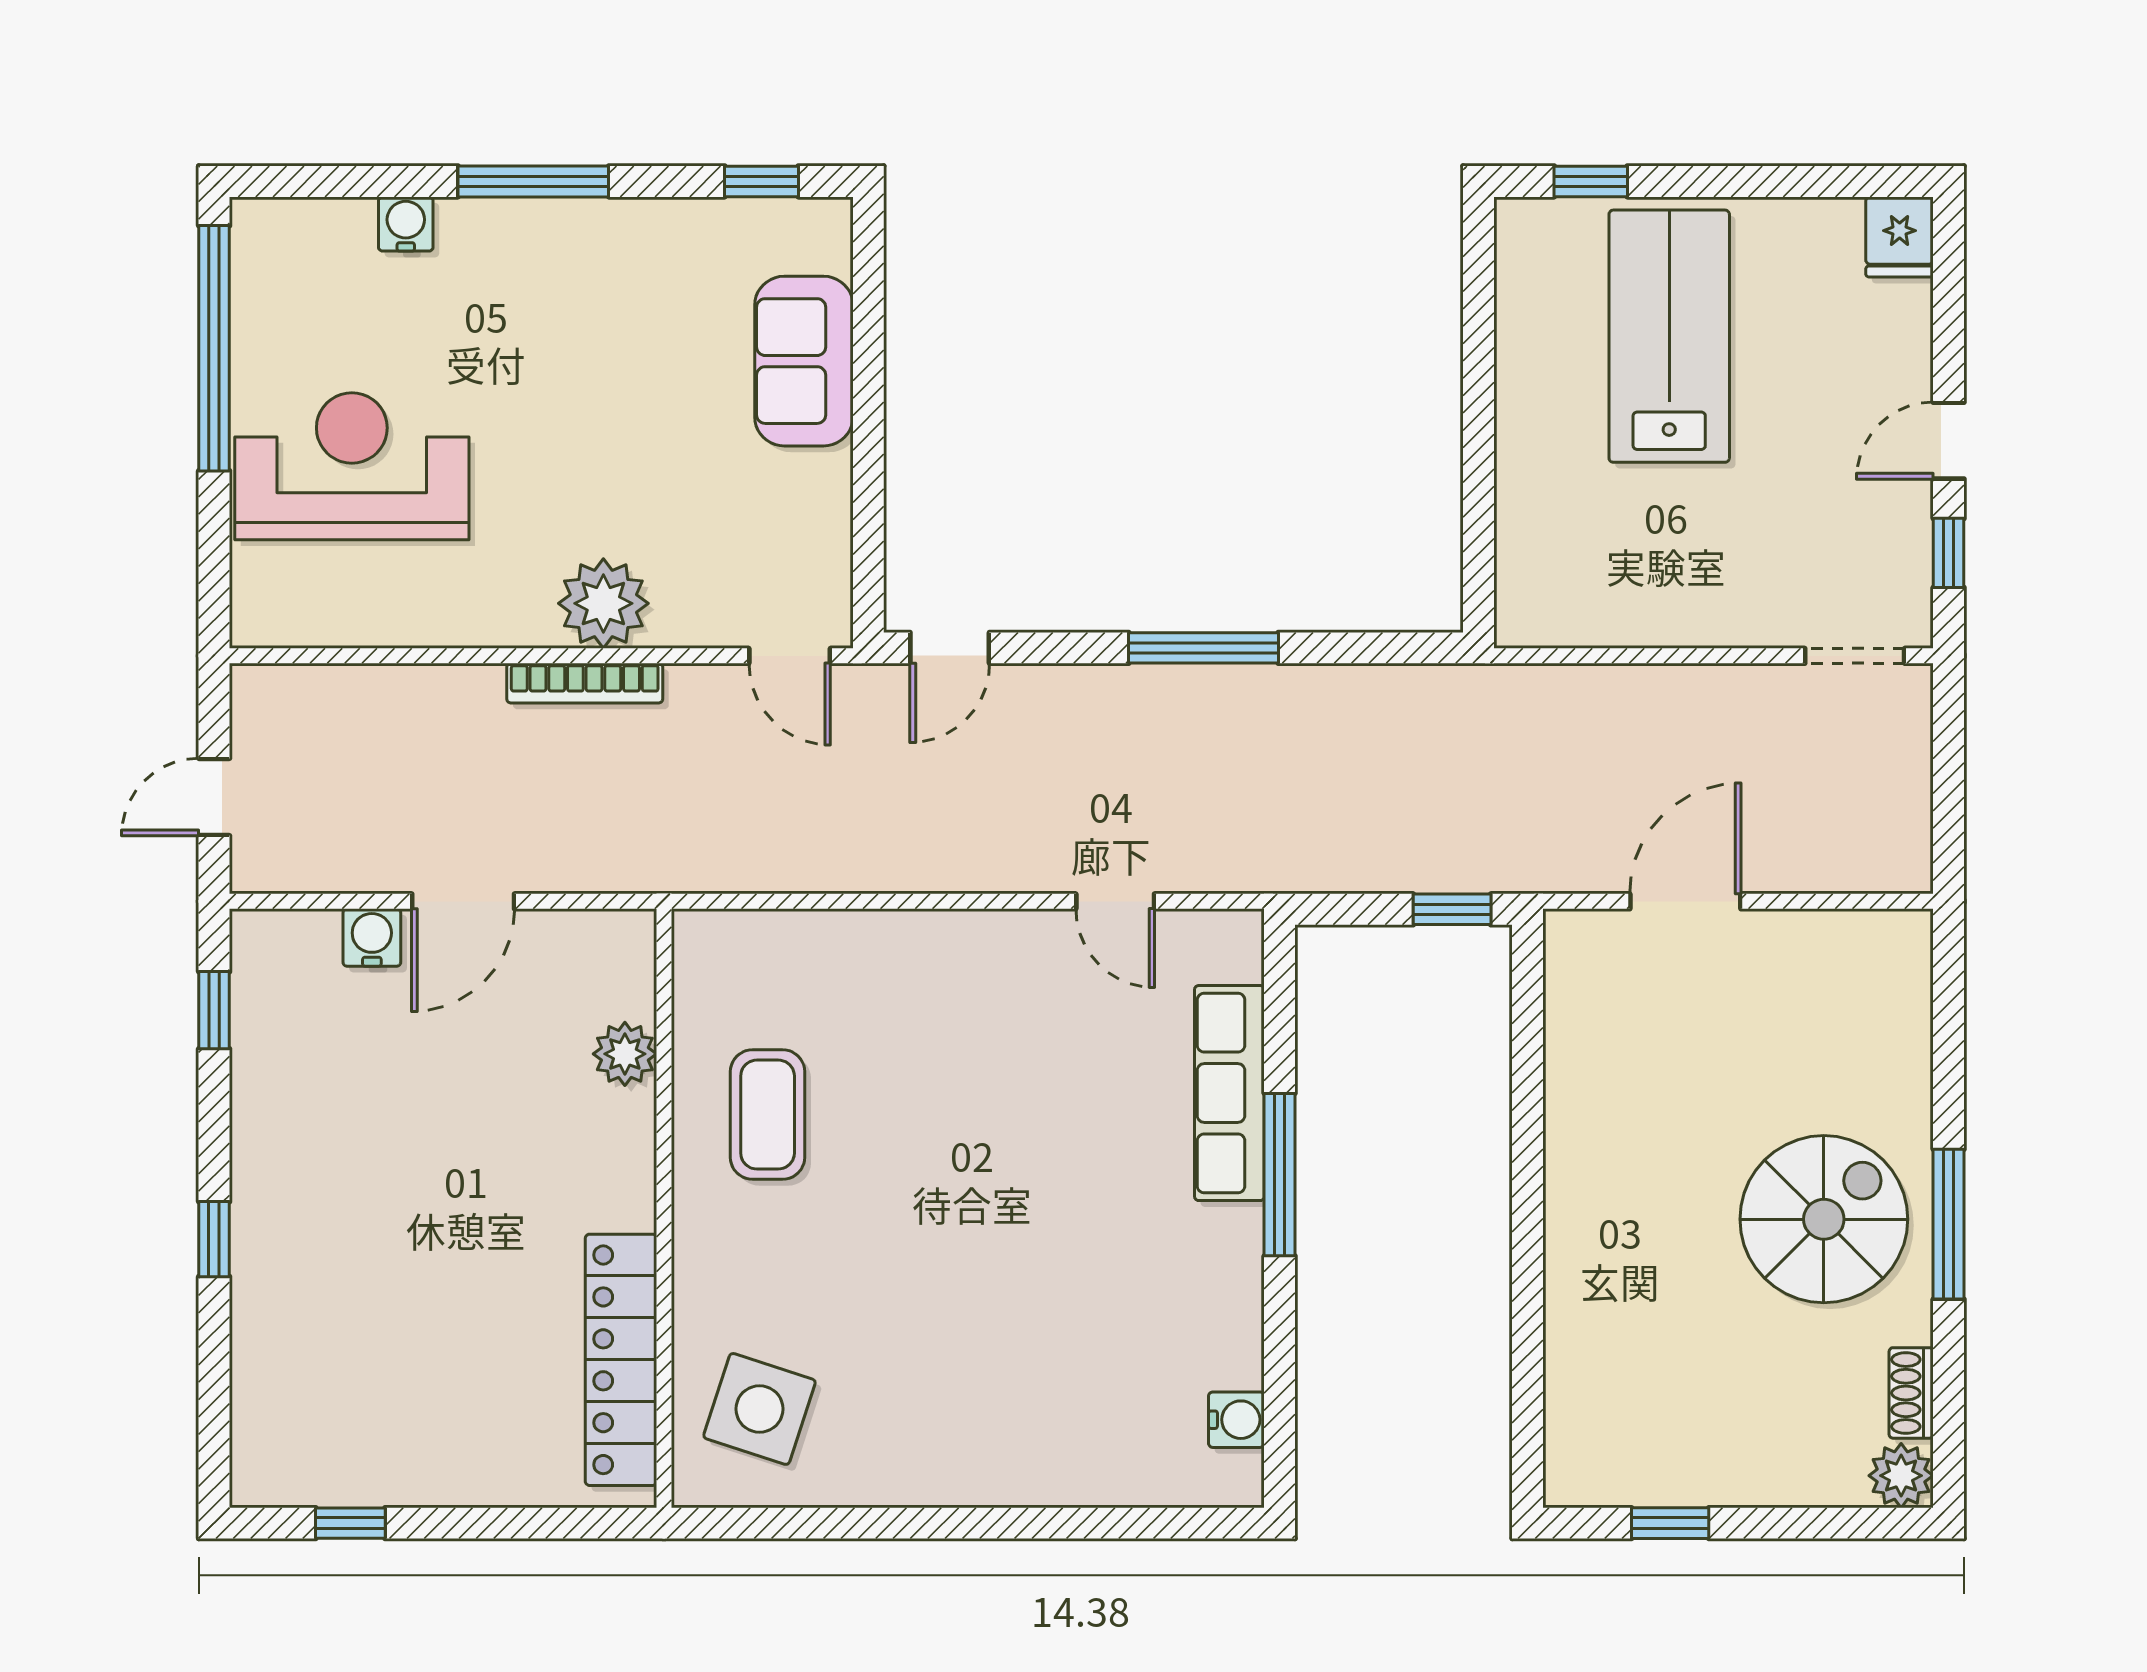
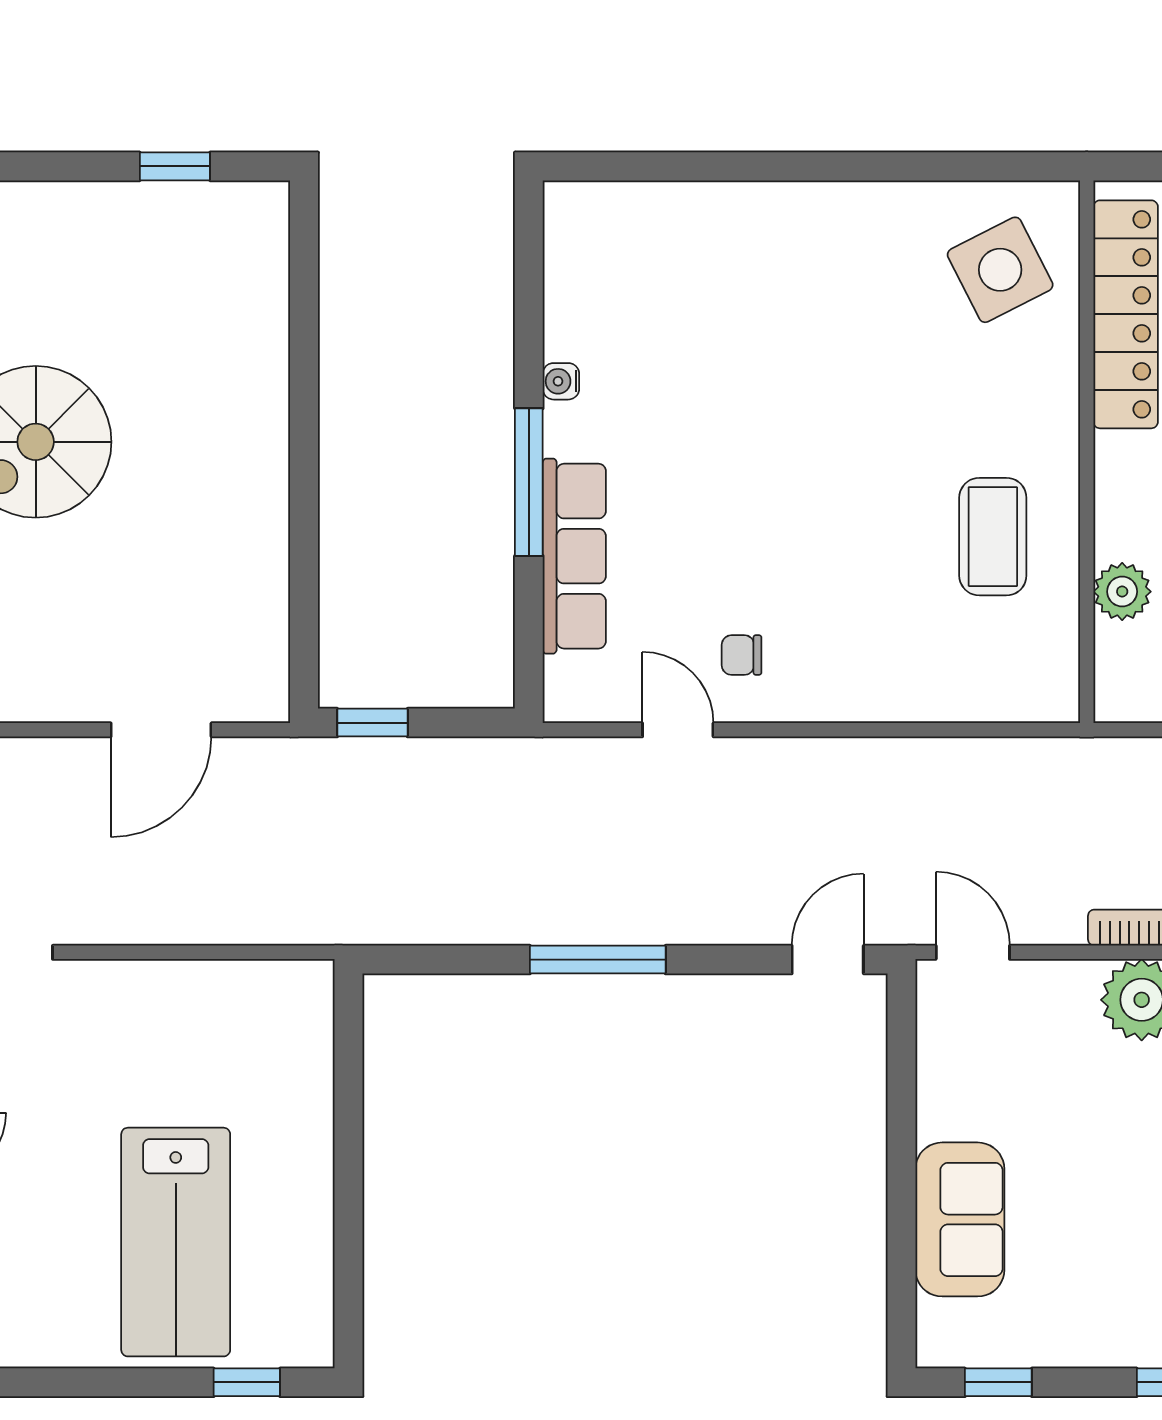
chair: (1045, 984) -> (742, 655), added
side table: (760, 1409) -> (1000, 270), turned 45
water cooler: (1236, 1420) -> (561, 381), moved, width x0.72, depth x0.72

